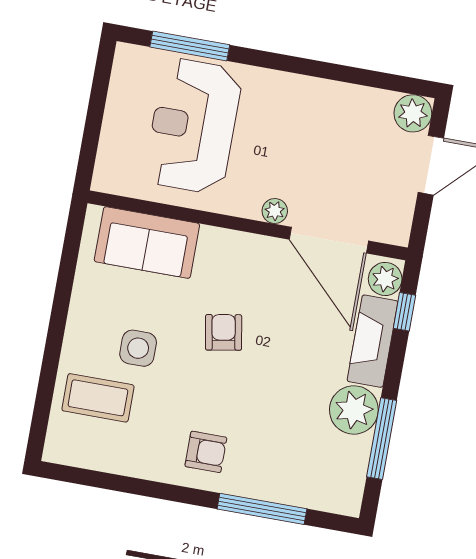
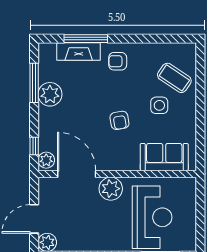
plant: (275, 211) -> (111, 189), width x1.87, depth x1.87
fireplace: (373, 341) -> (79, 51), moved, turned 90
coffee table: (98, 398) -> (174, 78), turned 34

